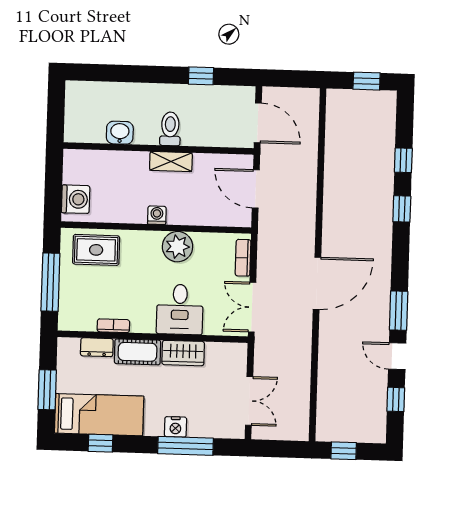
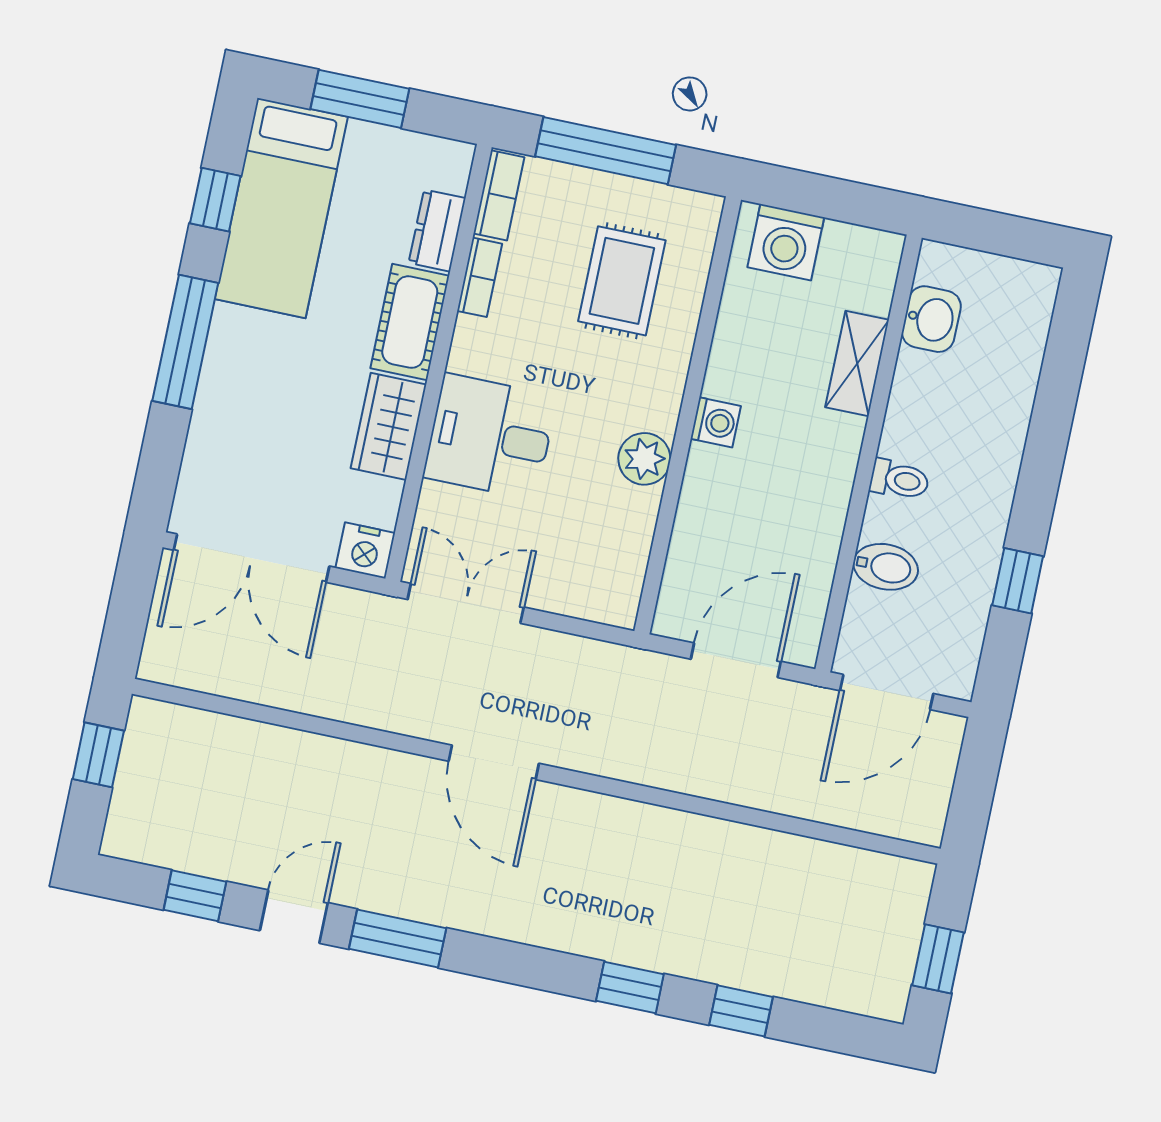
toilet: (170, 129) -> (899, 480), width x0.73, depth x0.72
washbasin: (120, 133) -> (931, 319), moved
bidet: (205, 133) -> (886, 567), added
shelving: (171, 162) -> (857, 364), moved
plant: (178, 247) -> (644, 459), width x0.73, depth x0.73
rug: (96, 250) -> (622, 281), moved
bookcase: (243, 258) -> (499, 195), moved, turned 90
door: (317, 283) -> (494, 762), width x0.73
double door: (249, 401) -> (252, 558), width x1.37
nightstand: (175, 427) -> (365, 550), moved, turned -90
window: (186, 446) -> (185, 342), moved

